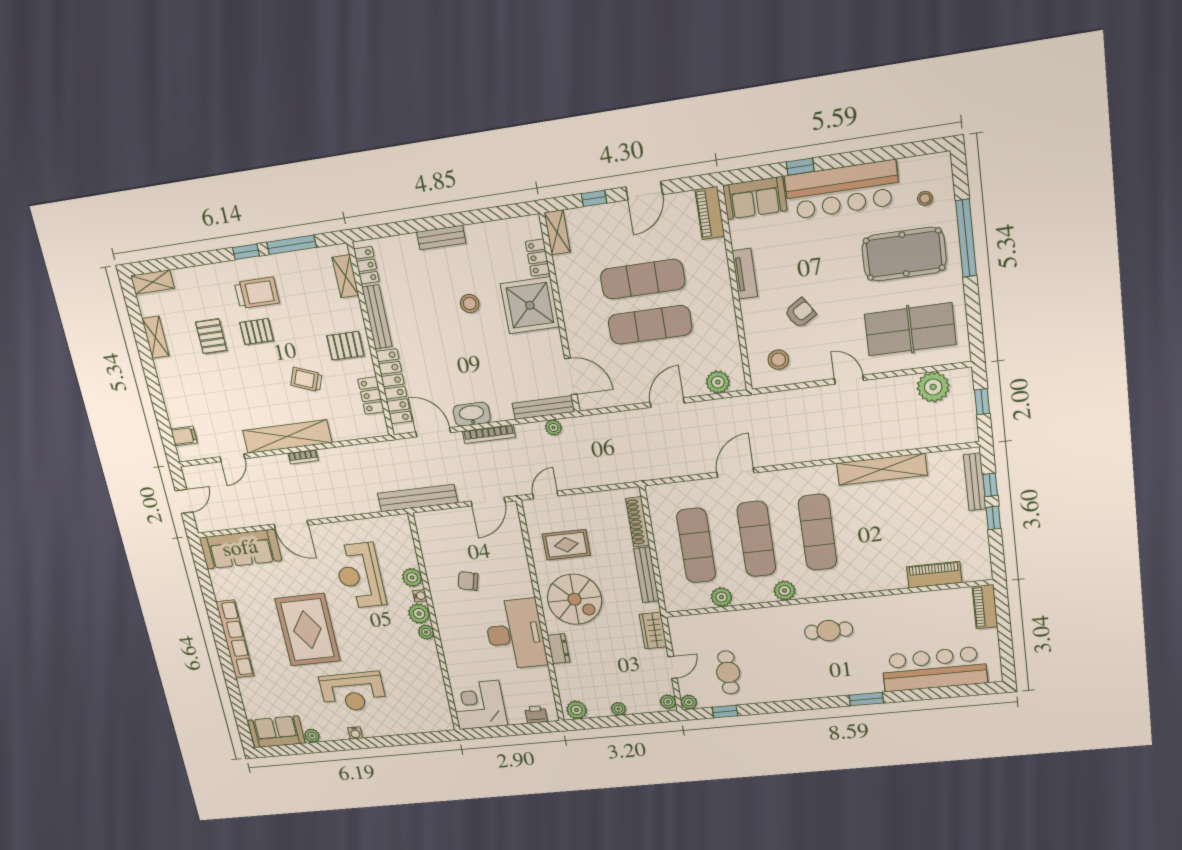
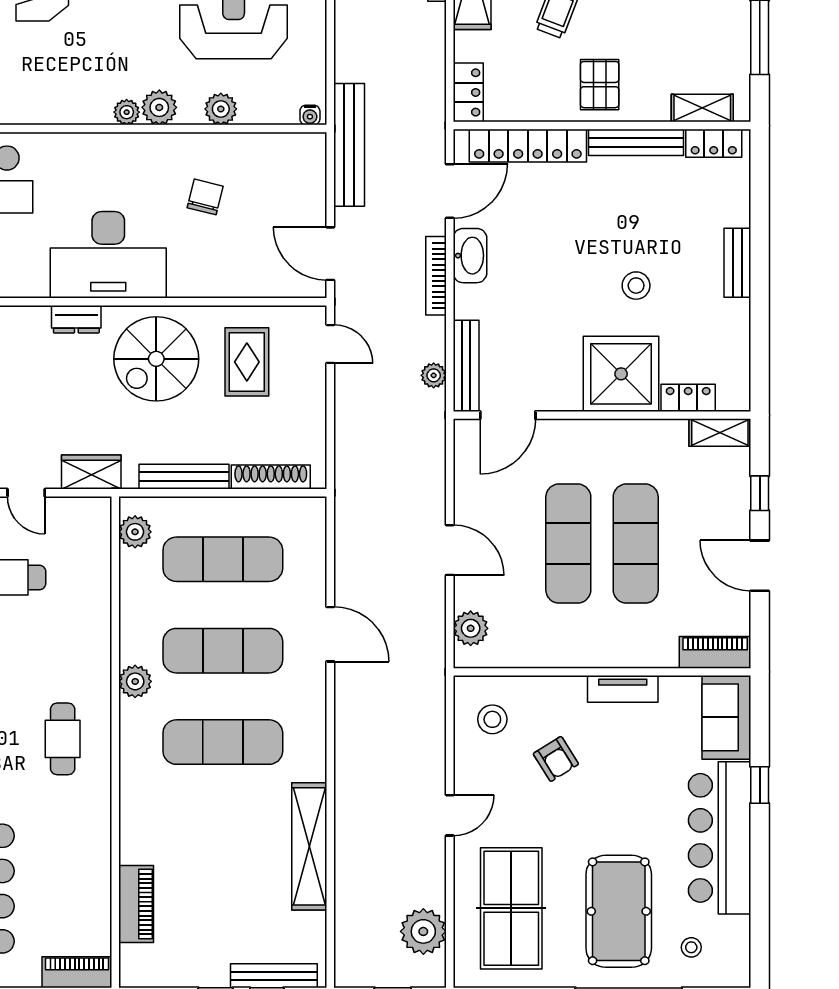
locker: (371, 395) -> (468, 92), moved, turned 90
water cooler: (420, 596) -> (310, 115), moved
plant: (721, 597) -> (135, 532), moved

